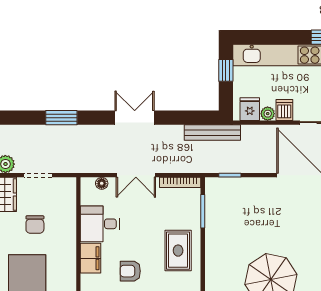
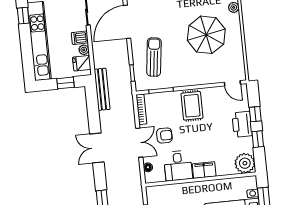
window: (226, 70) -> (65, 83), moved
sun lounger: (248, 206) -> (154, 57), added
rug: (178, 251) -> (192, 106), turned 90
armchair: (130, 271) -> (164, 135), moved, turned -90

